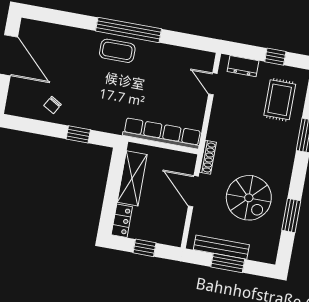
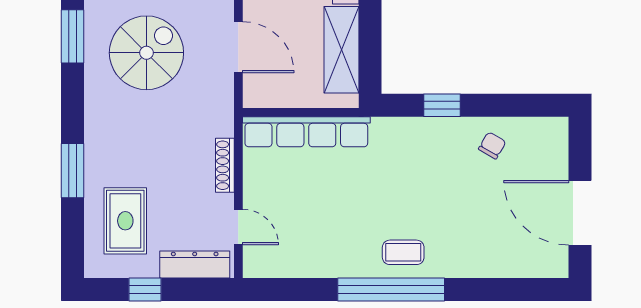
coffee table: (117, 51) -> (403, 252), width x0.73, depth x0.77
dresser: (243, 66) -> (195, 265), width x1.44
shoe rack: (208, 157) -> (225, 165), moved
spiral stairs: (249, 198) -> (146, 53), turned 90

